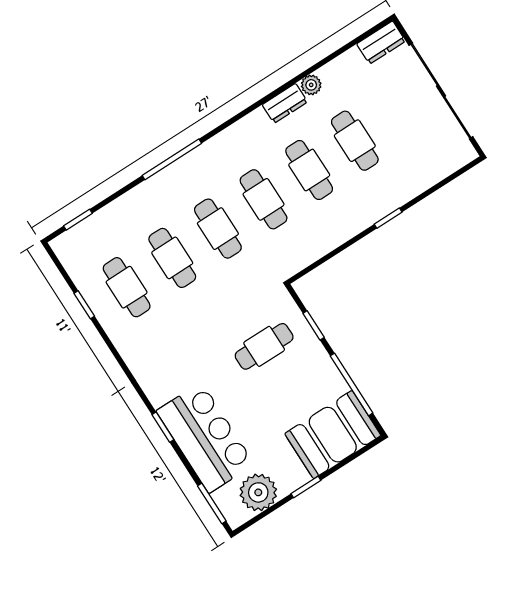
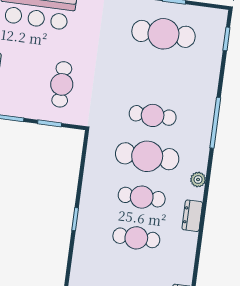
plant: (311, 85) -> (198, 180), moved
cafe table: (264, 199) -> (147, 156), width x1.37, depth x1.35
cafe table: (172, 258) -> (158, 75), removed
cafe table: (127, 287) -> (163, 34), width x1.37, depth x1.35

